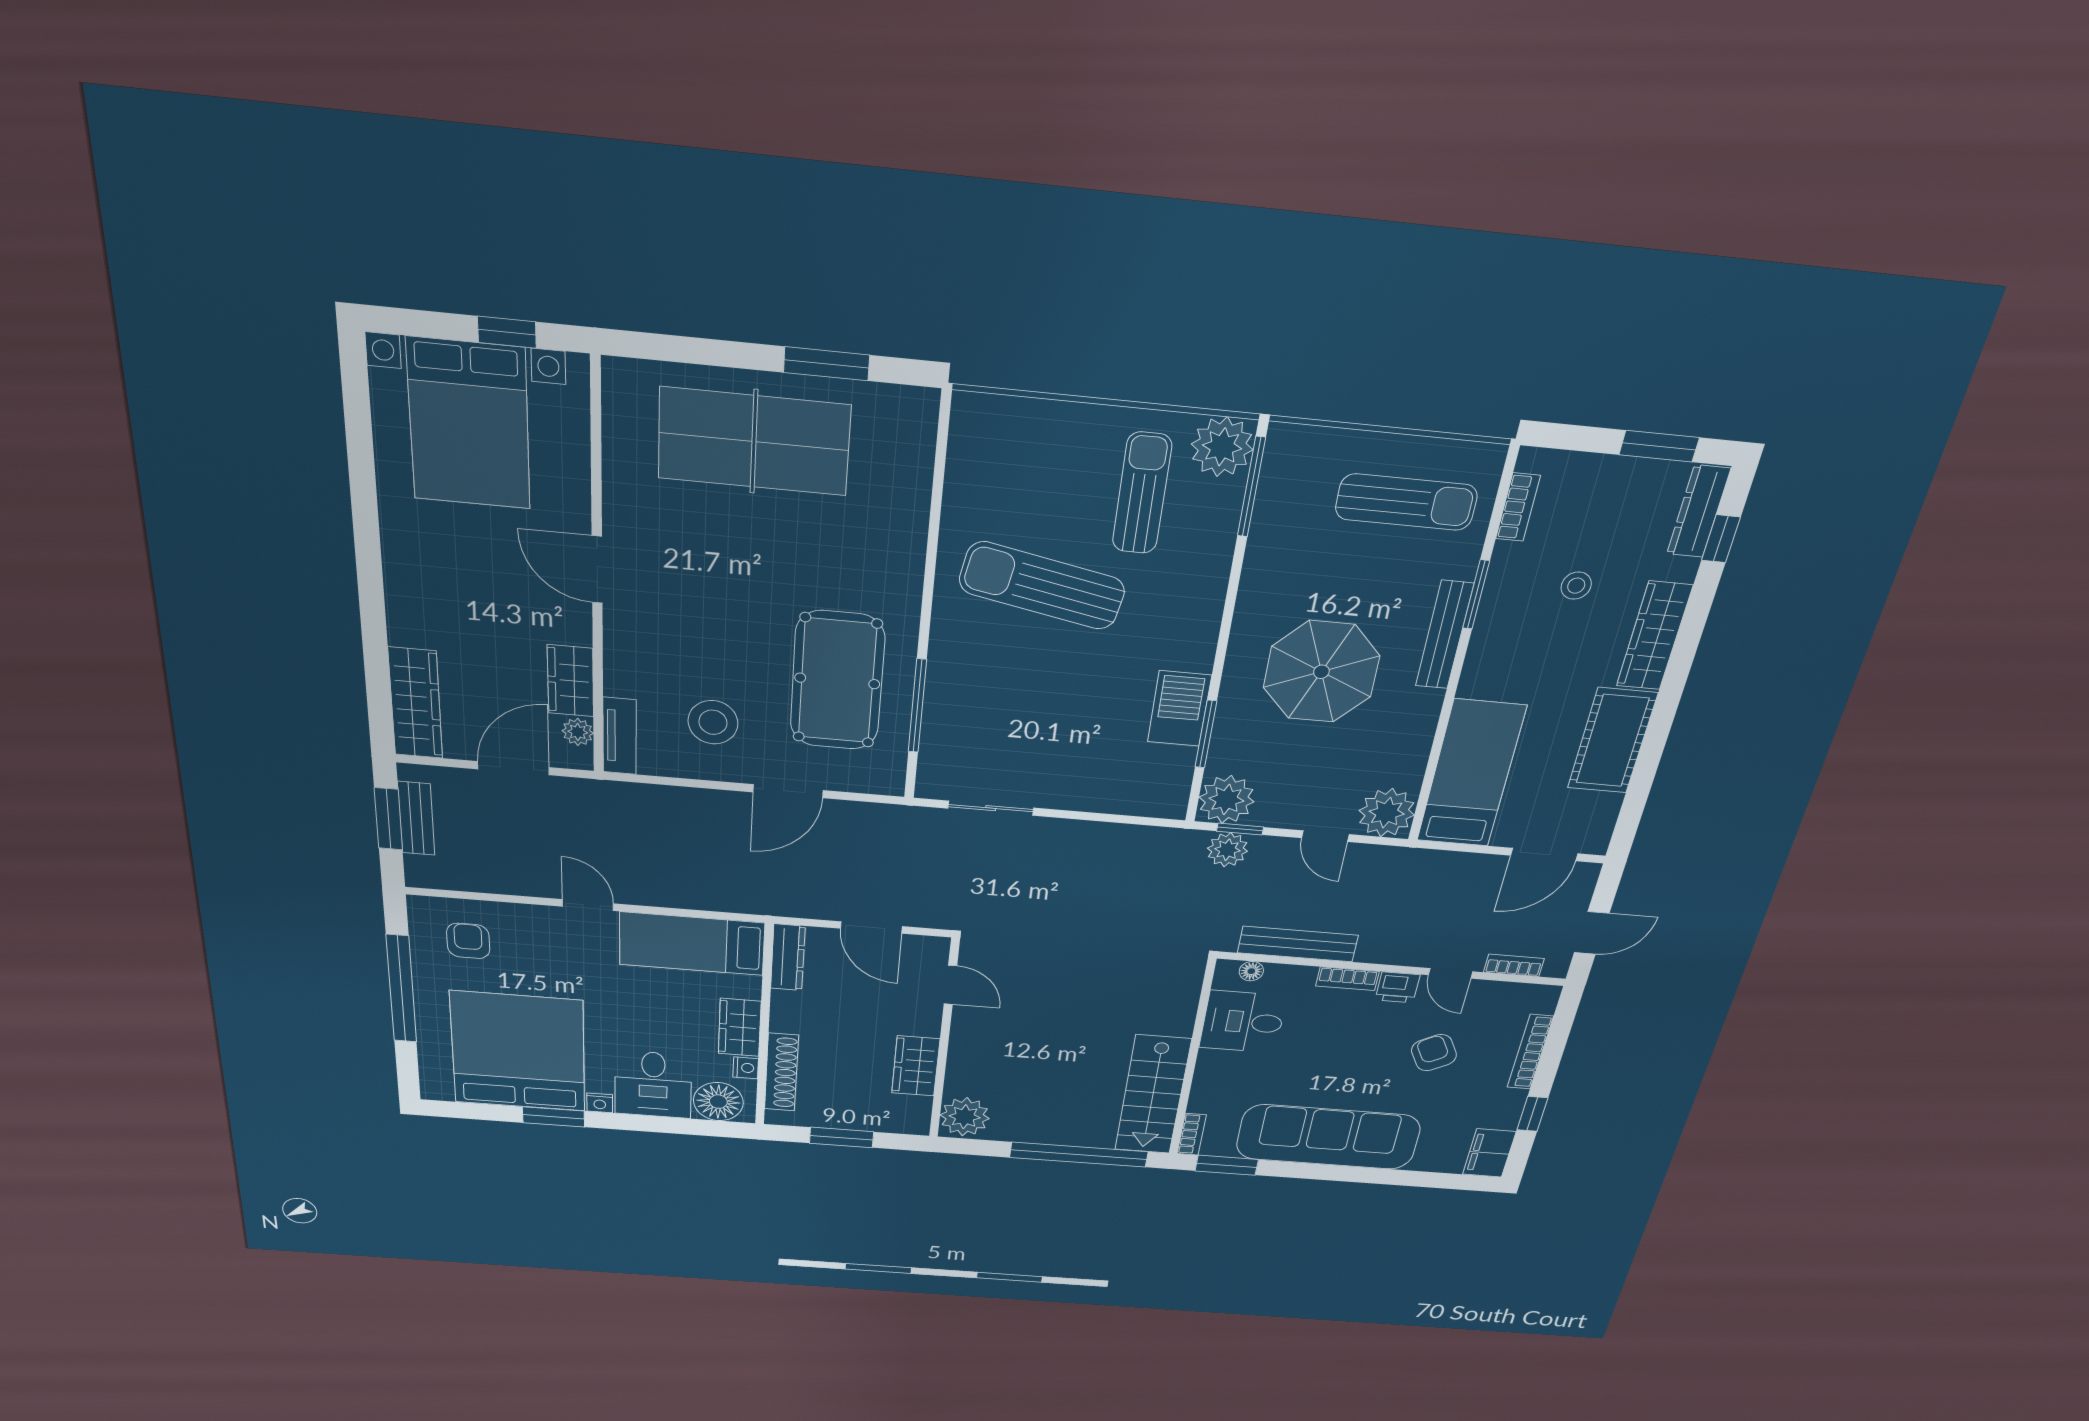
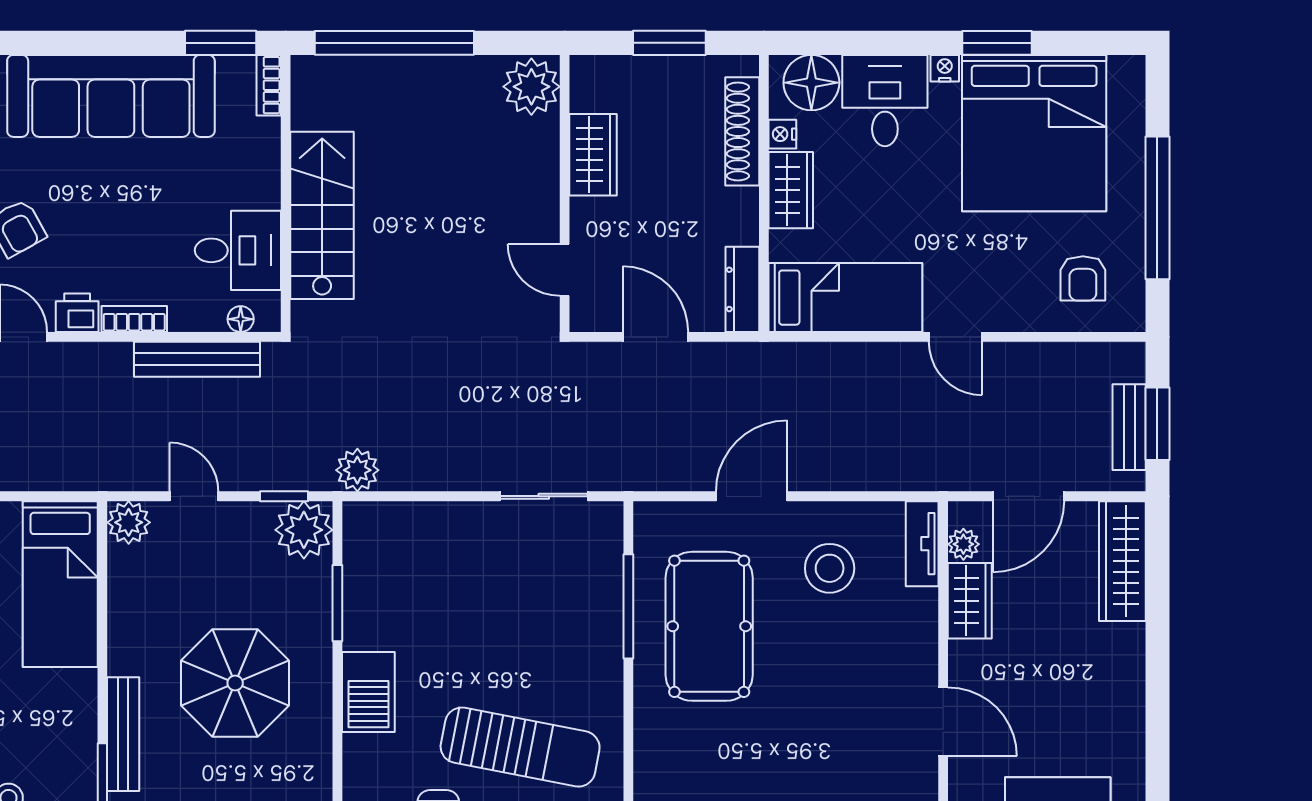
barbecue: (1179, 709) -> (368, 692), moved
plant: (1387, 813) -> (129, 522), width x0.73, depth x0.73
plant: (1227, 850) -> (357, 470), moved
stairs: (1153, 1095) -> (322, 215), moved

